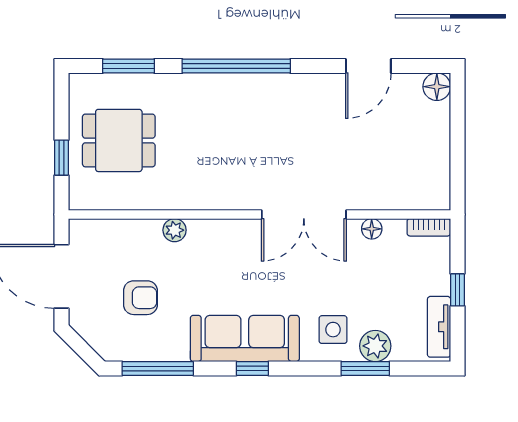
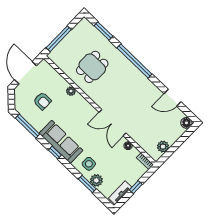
dining table: (119, 140) -> (92, 67), moved, turned 90
window: (61, 158) -> (59, 39), width x2.17
plant: (436, 170) -> (163, 147), added

